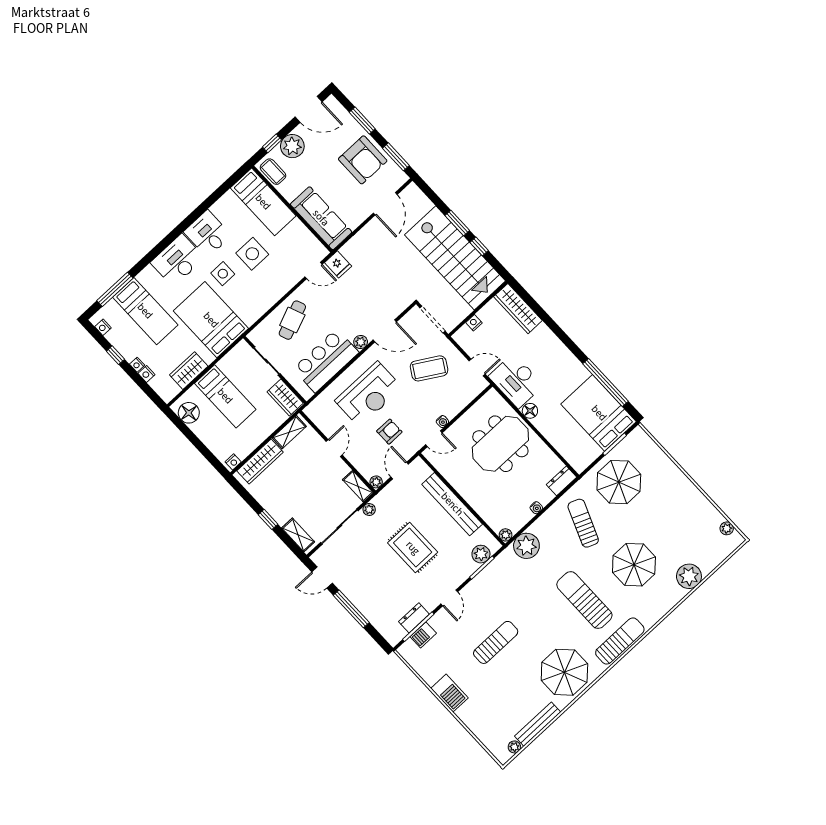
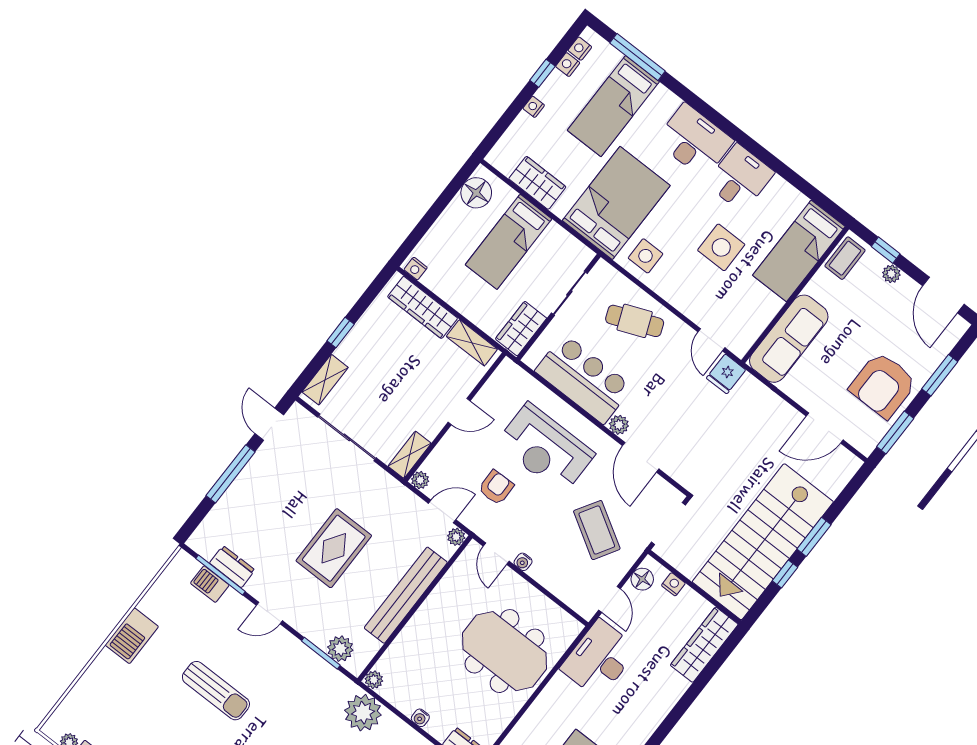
plant: (292, 146) -> (891, 274), width x0.53, depth x0.53
side table: (223, 274) -> (646, 256), moved
nightstand: (147, 374) -> (568, 65), moved
floor lamp: (530, 411) -> (642, 579), moved
armchair: (389, 432) -> (496, 487), turned -91
plant: (369, 509) -> (456, 537), moved

